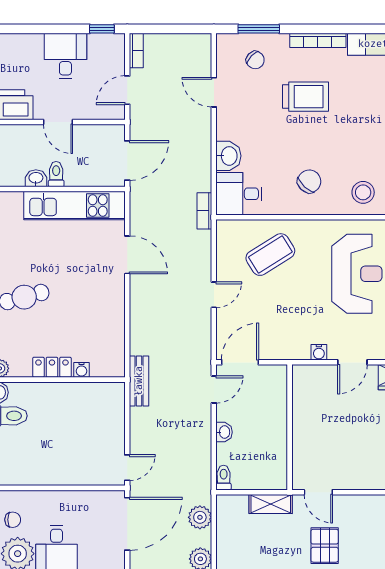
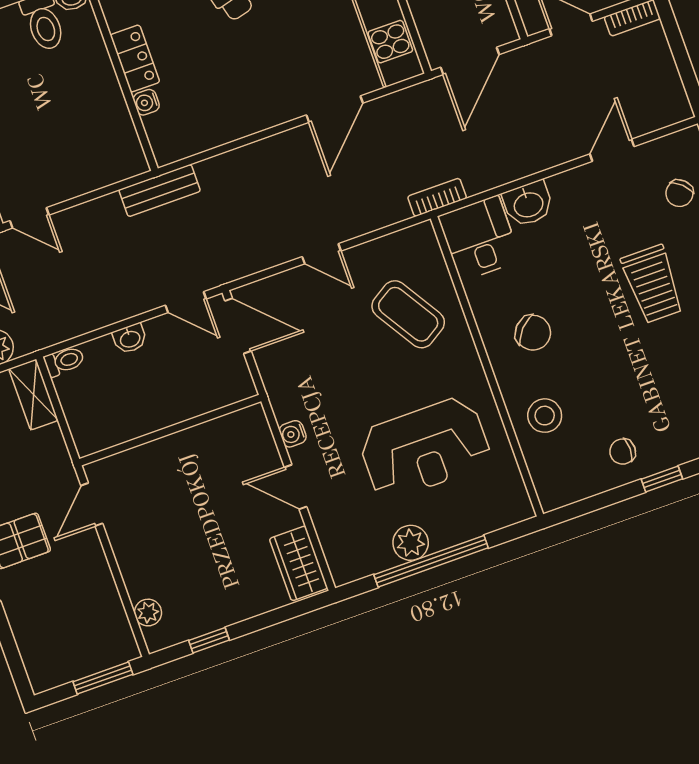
door: (127, 160) -> (470, 61), hinge flipped
shelving: (271, 504) -> (33, 395), moved

